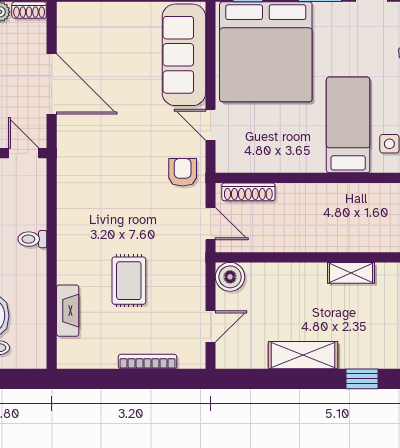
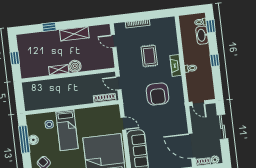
door: (52, 84) -> (192, 146), moved
armchair: (183, 172) -> (158, 94), moved, width x1.88, depth x1.88
boiler: (230, 277) -> (75, 66), moved
fireplace: (68, 311) -> (176, 65), moved
door: (211, 326) -> (114, 41), hinge flipped

